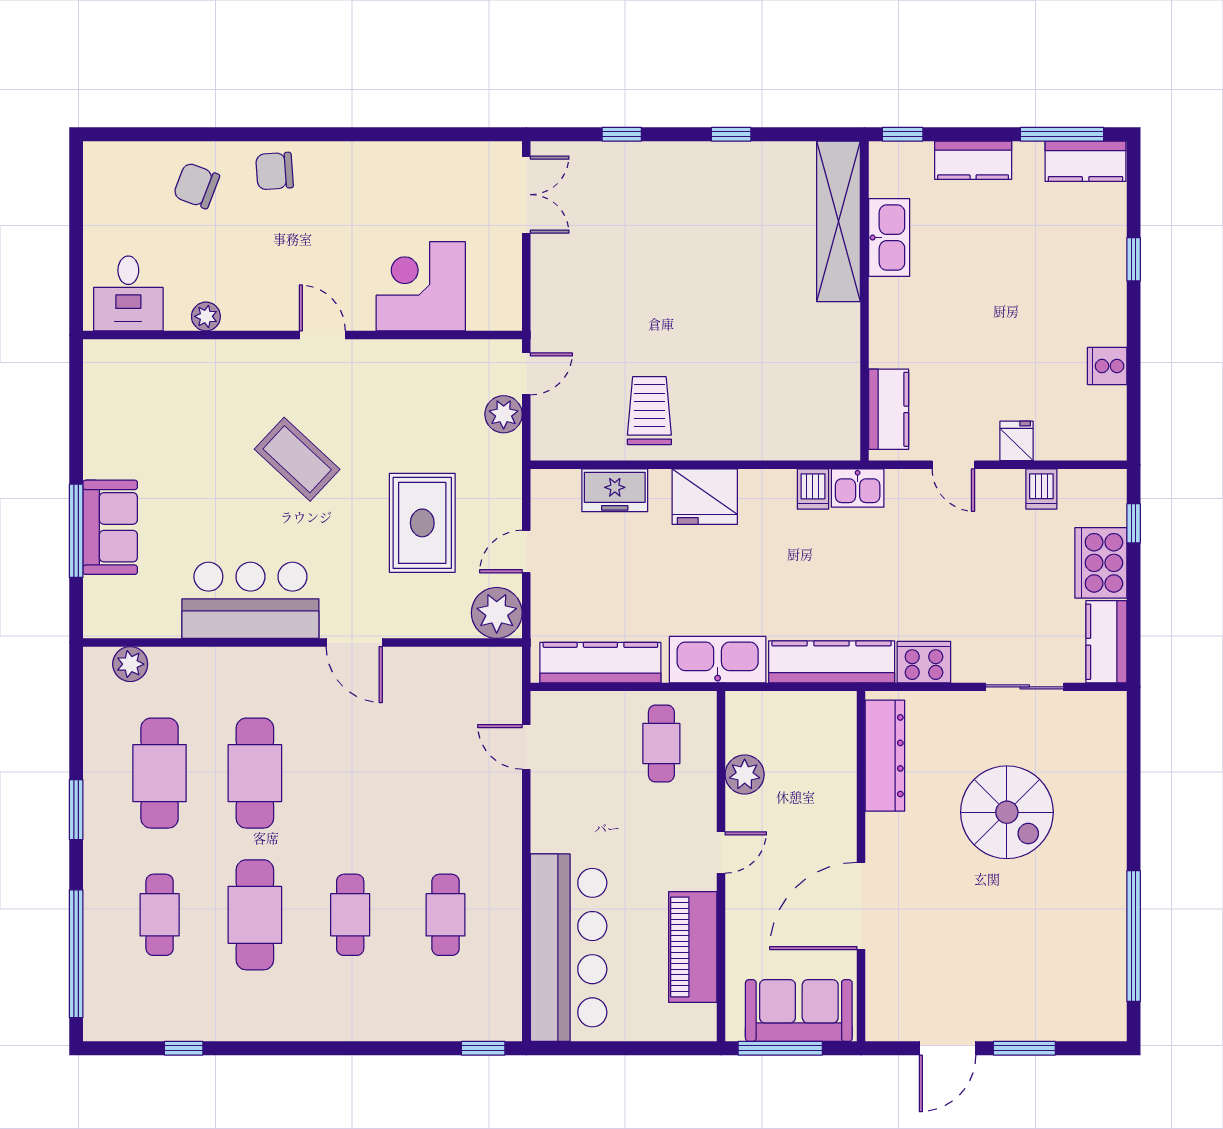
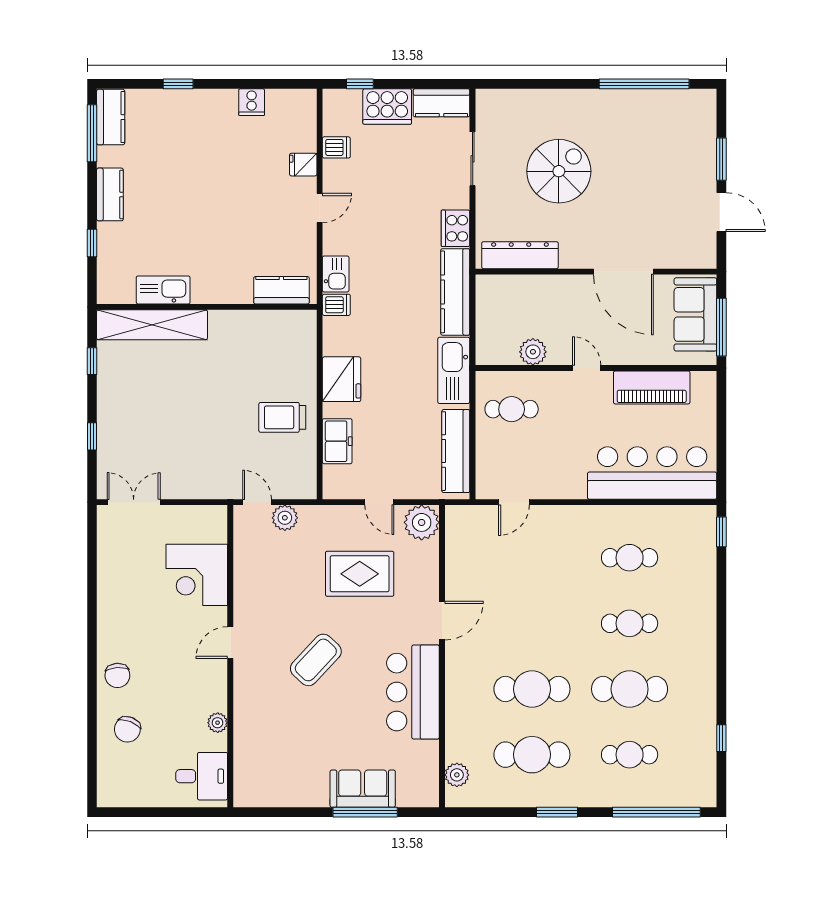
shelving: (838, 221) -> (152, 325), moved
kitchen sink: (889, 238) -> (163, 290), moved
wall: (864, 301) -> (207, 307), moved
kitchen counter: (889, 409) -> (281, 290), moved

